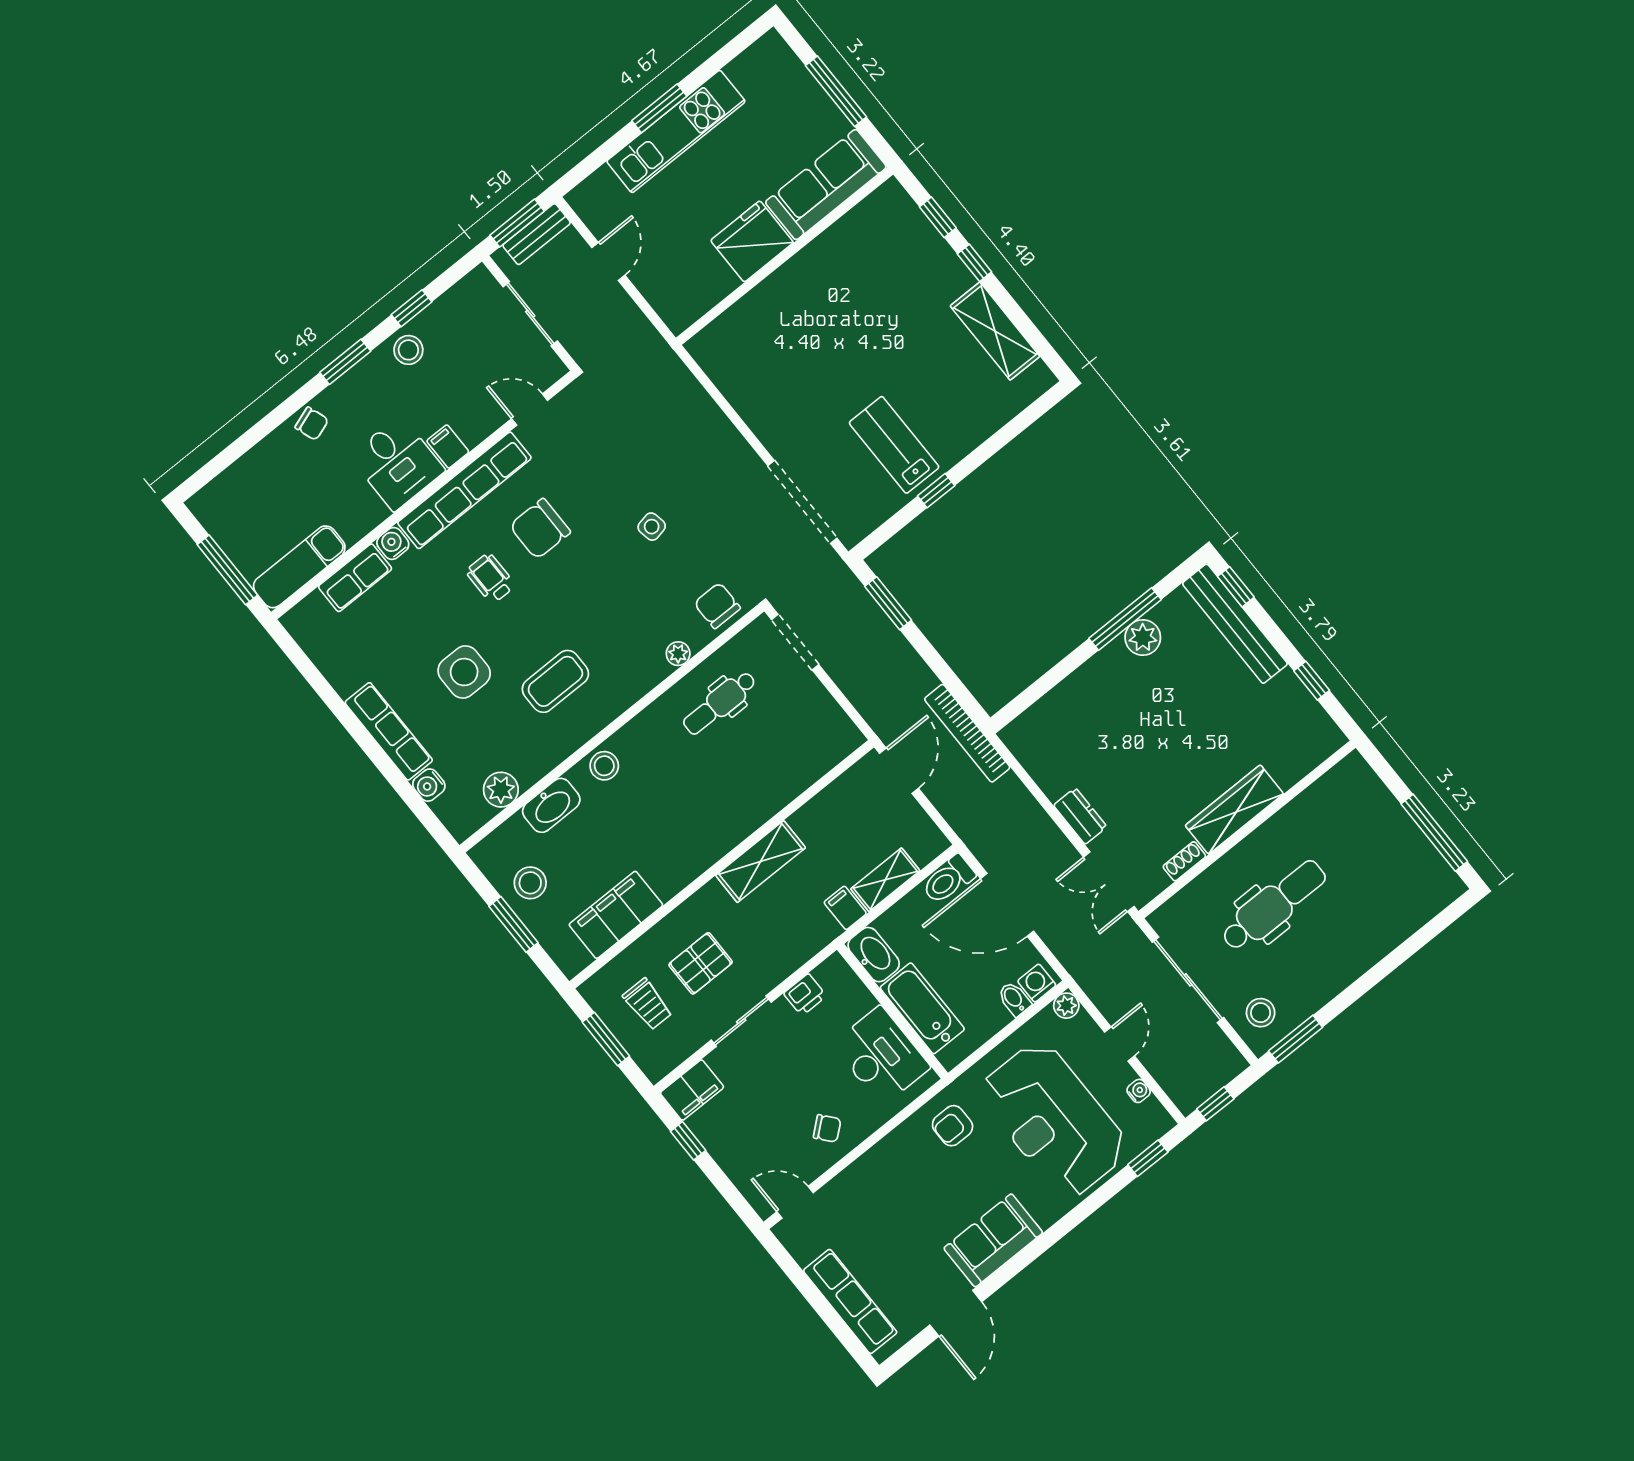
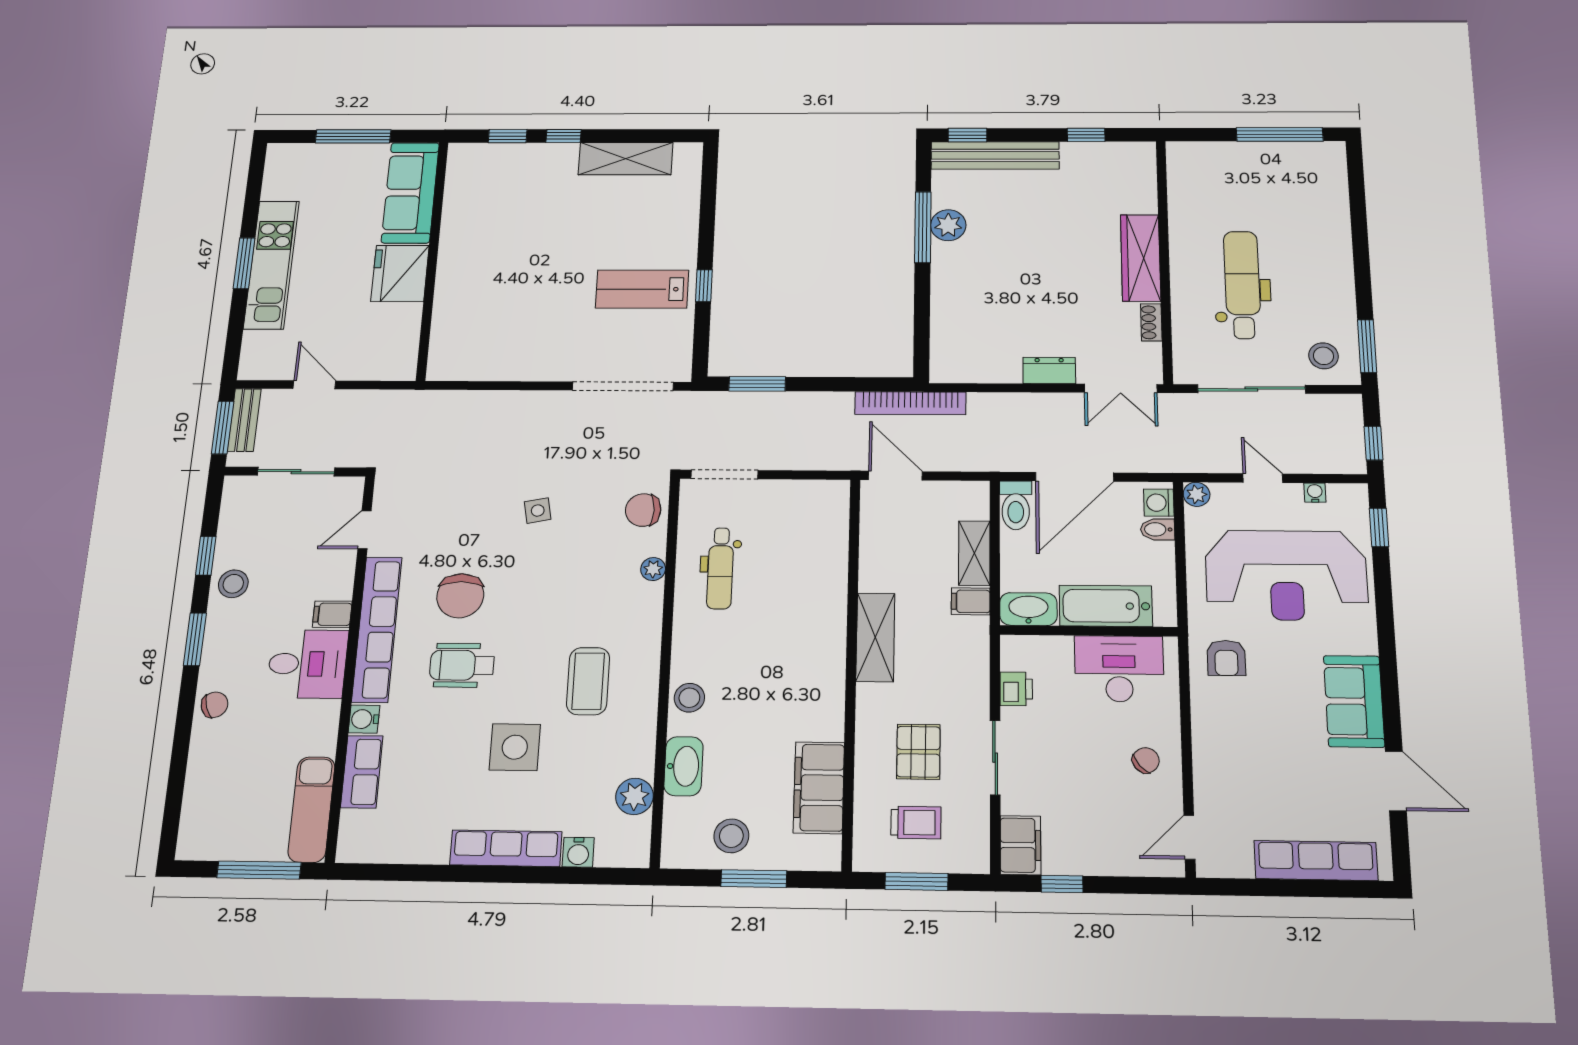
wheelchair: (490, 578) -> (462, 665), width x1.36, depth x1.37

